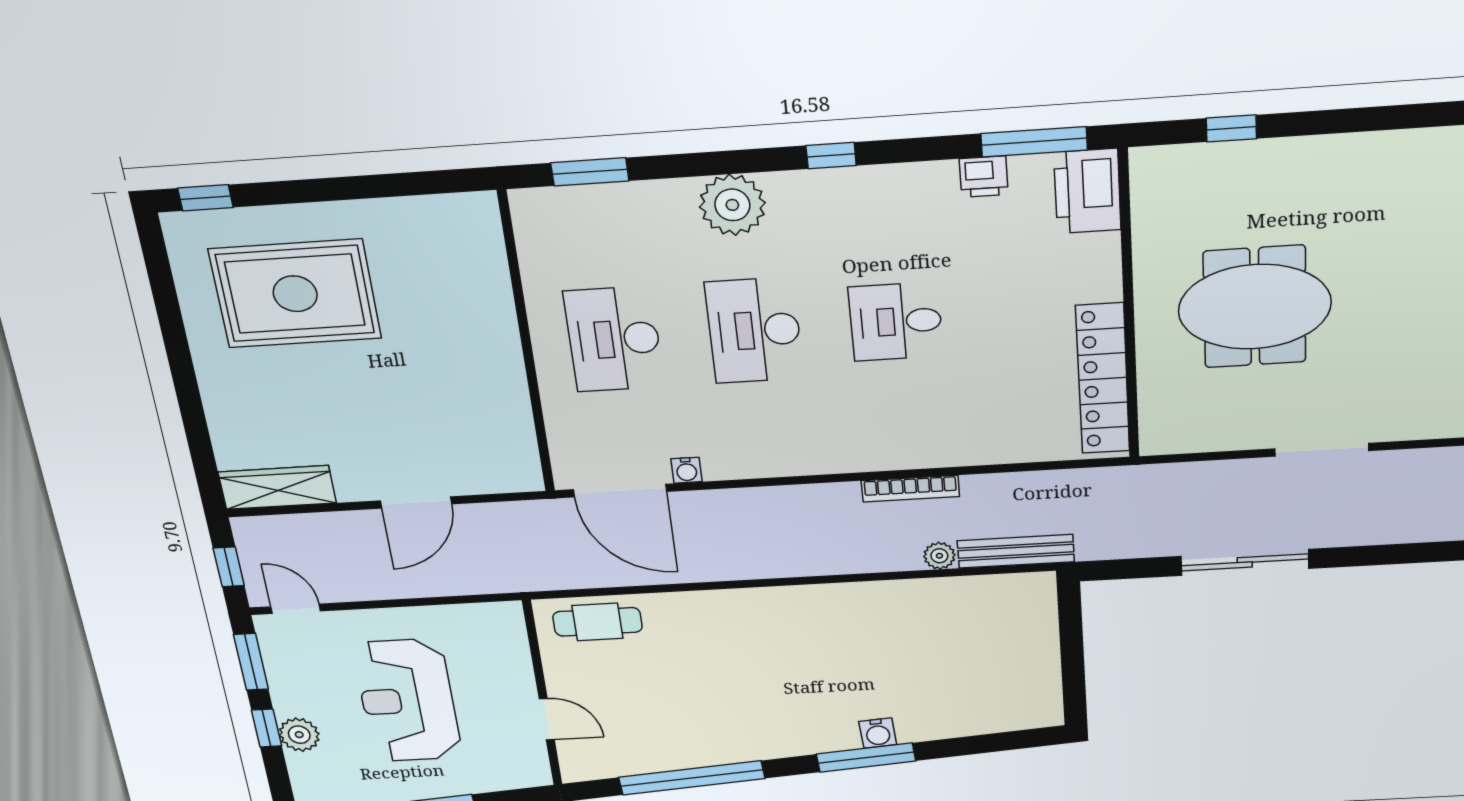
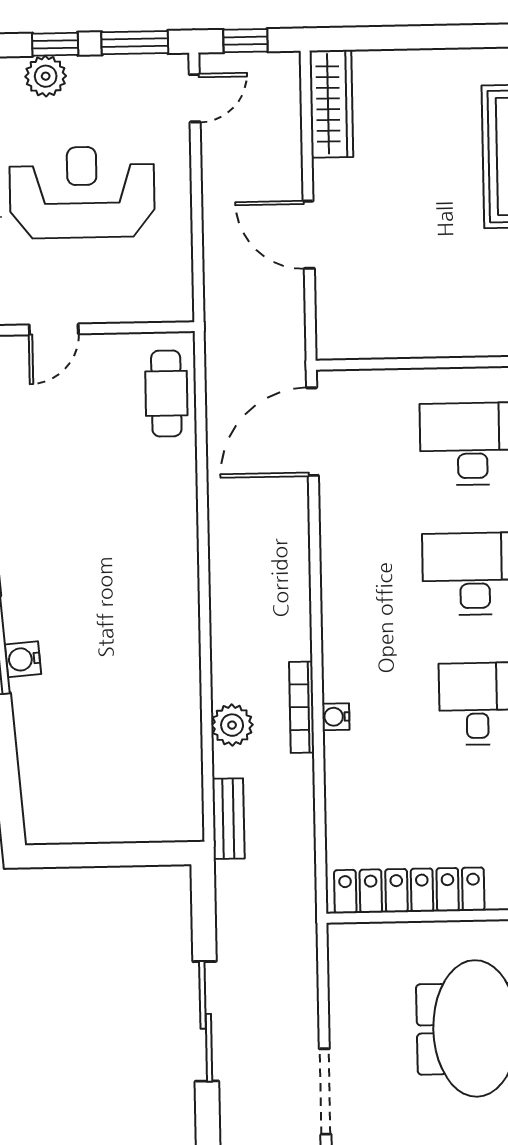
water cooler: (687, 470) -> (336, 717), moved
bench: (1016, 551) -> (228, 819), width x0.73
plant: (939, 556) -> (232, 725), width x1.38, depth x1.38

